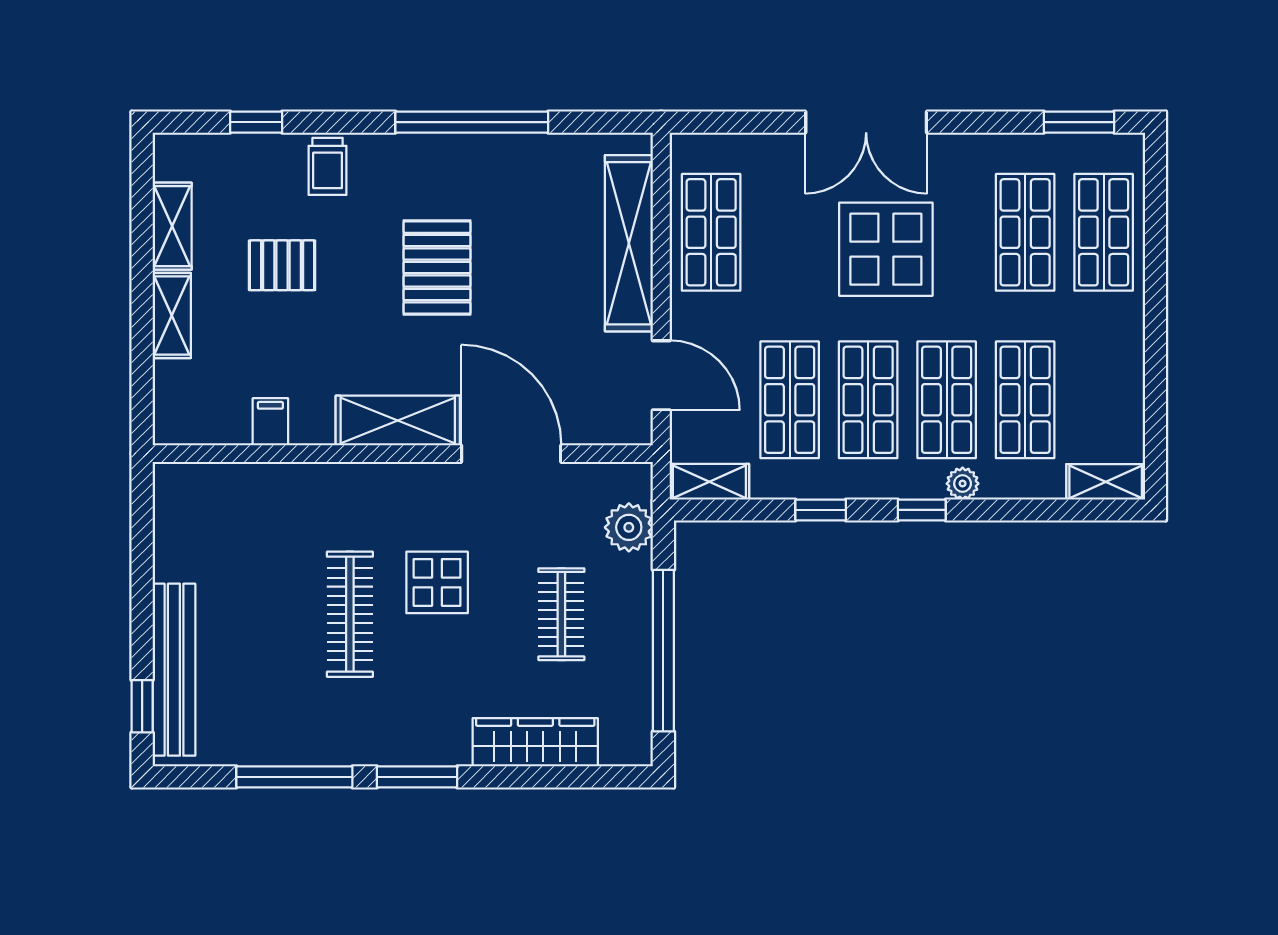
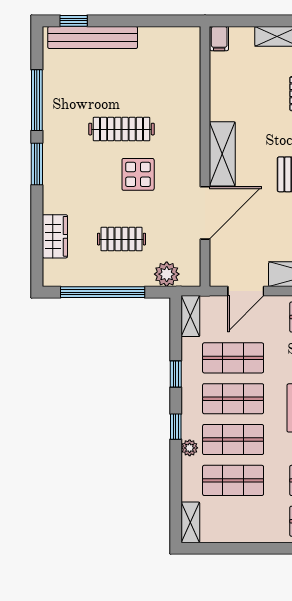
filing cabinet: (270, 422) -> (219, 39), moved, turned 90
wardrobe: (535, 742) -> (55, 236), width x0.67

